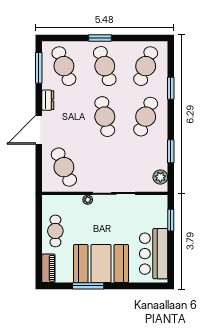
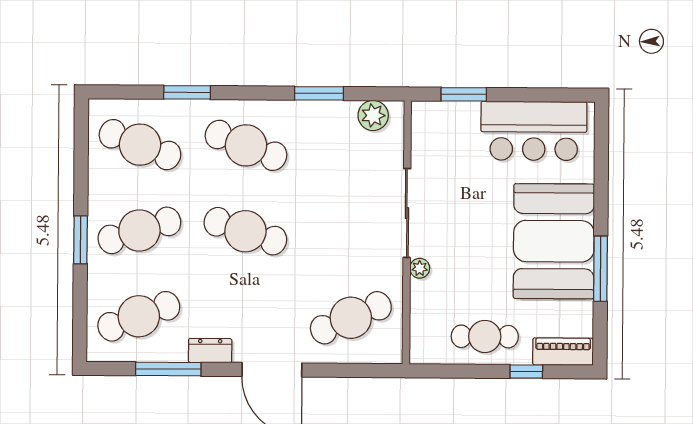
window: (39, 68) -> (168, 369), moved
cafe table: (105, 117) -> (245, 231), turned 30
window: (39, 251) -> (526, 372), added

